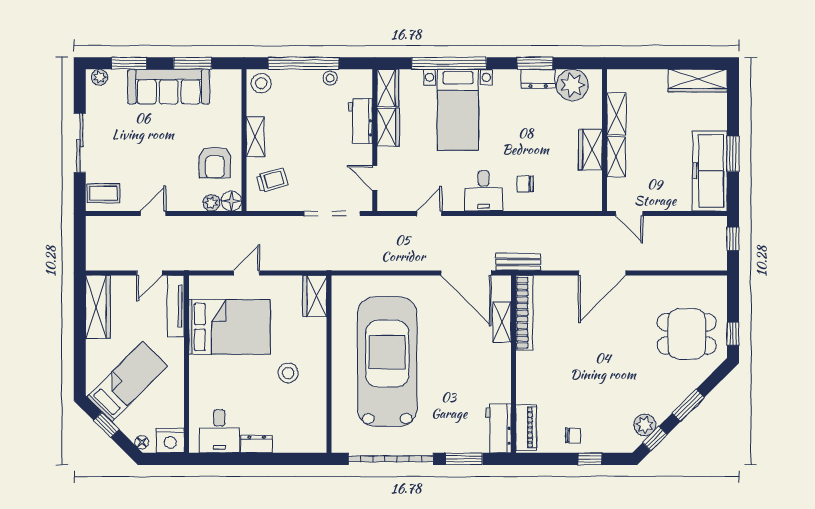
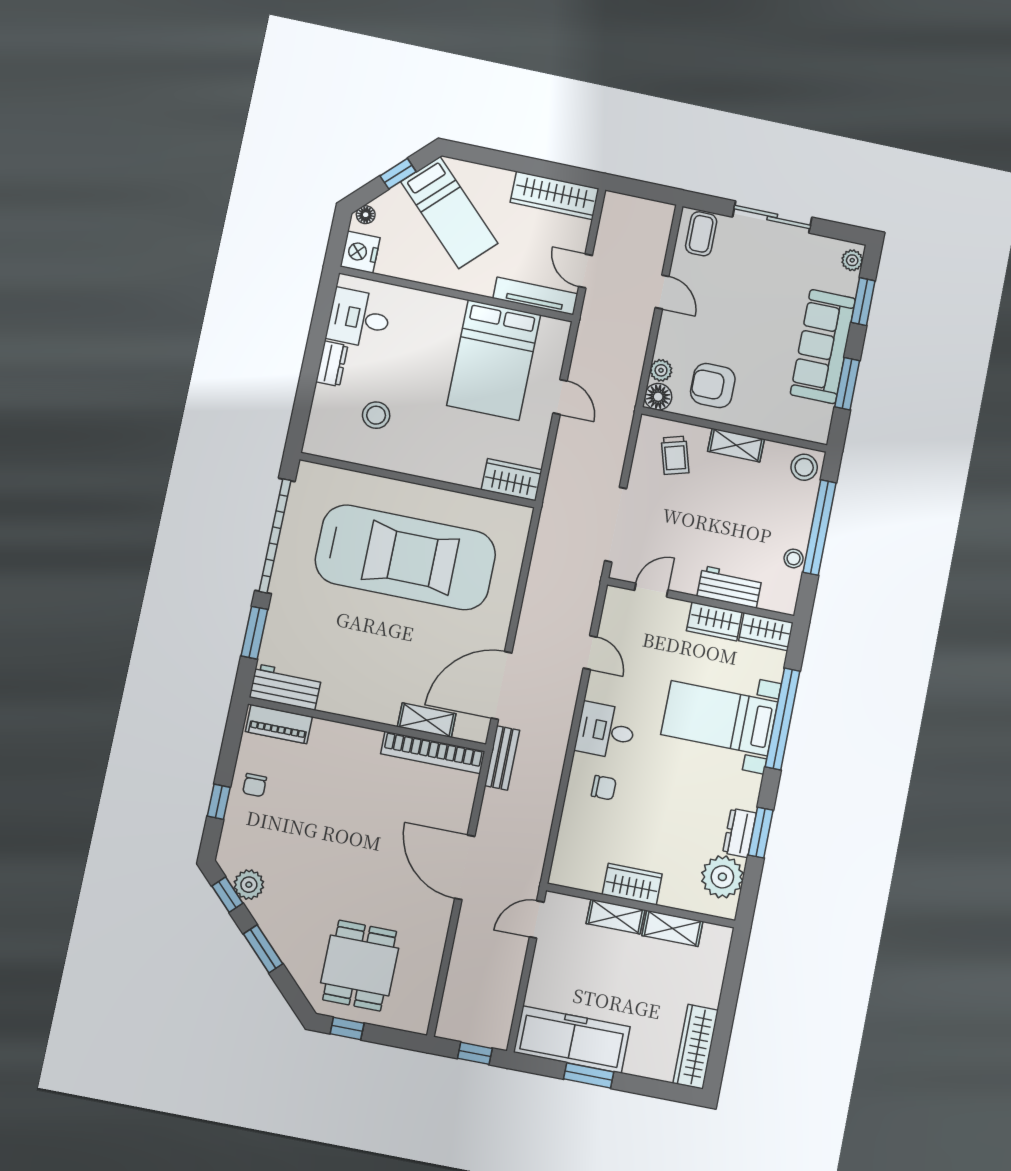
chair: (525, 184) -> (604, 788), turned 90
stool: (288, 373) -> (376, 415), moved

